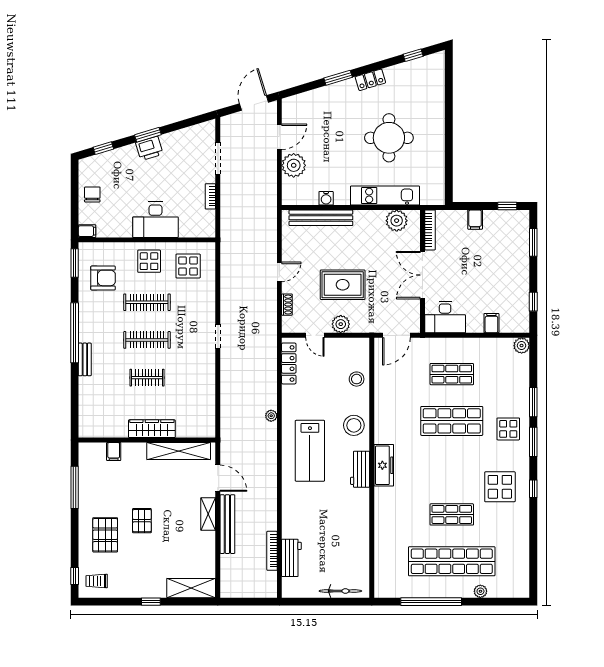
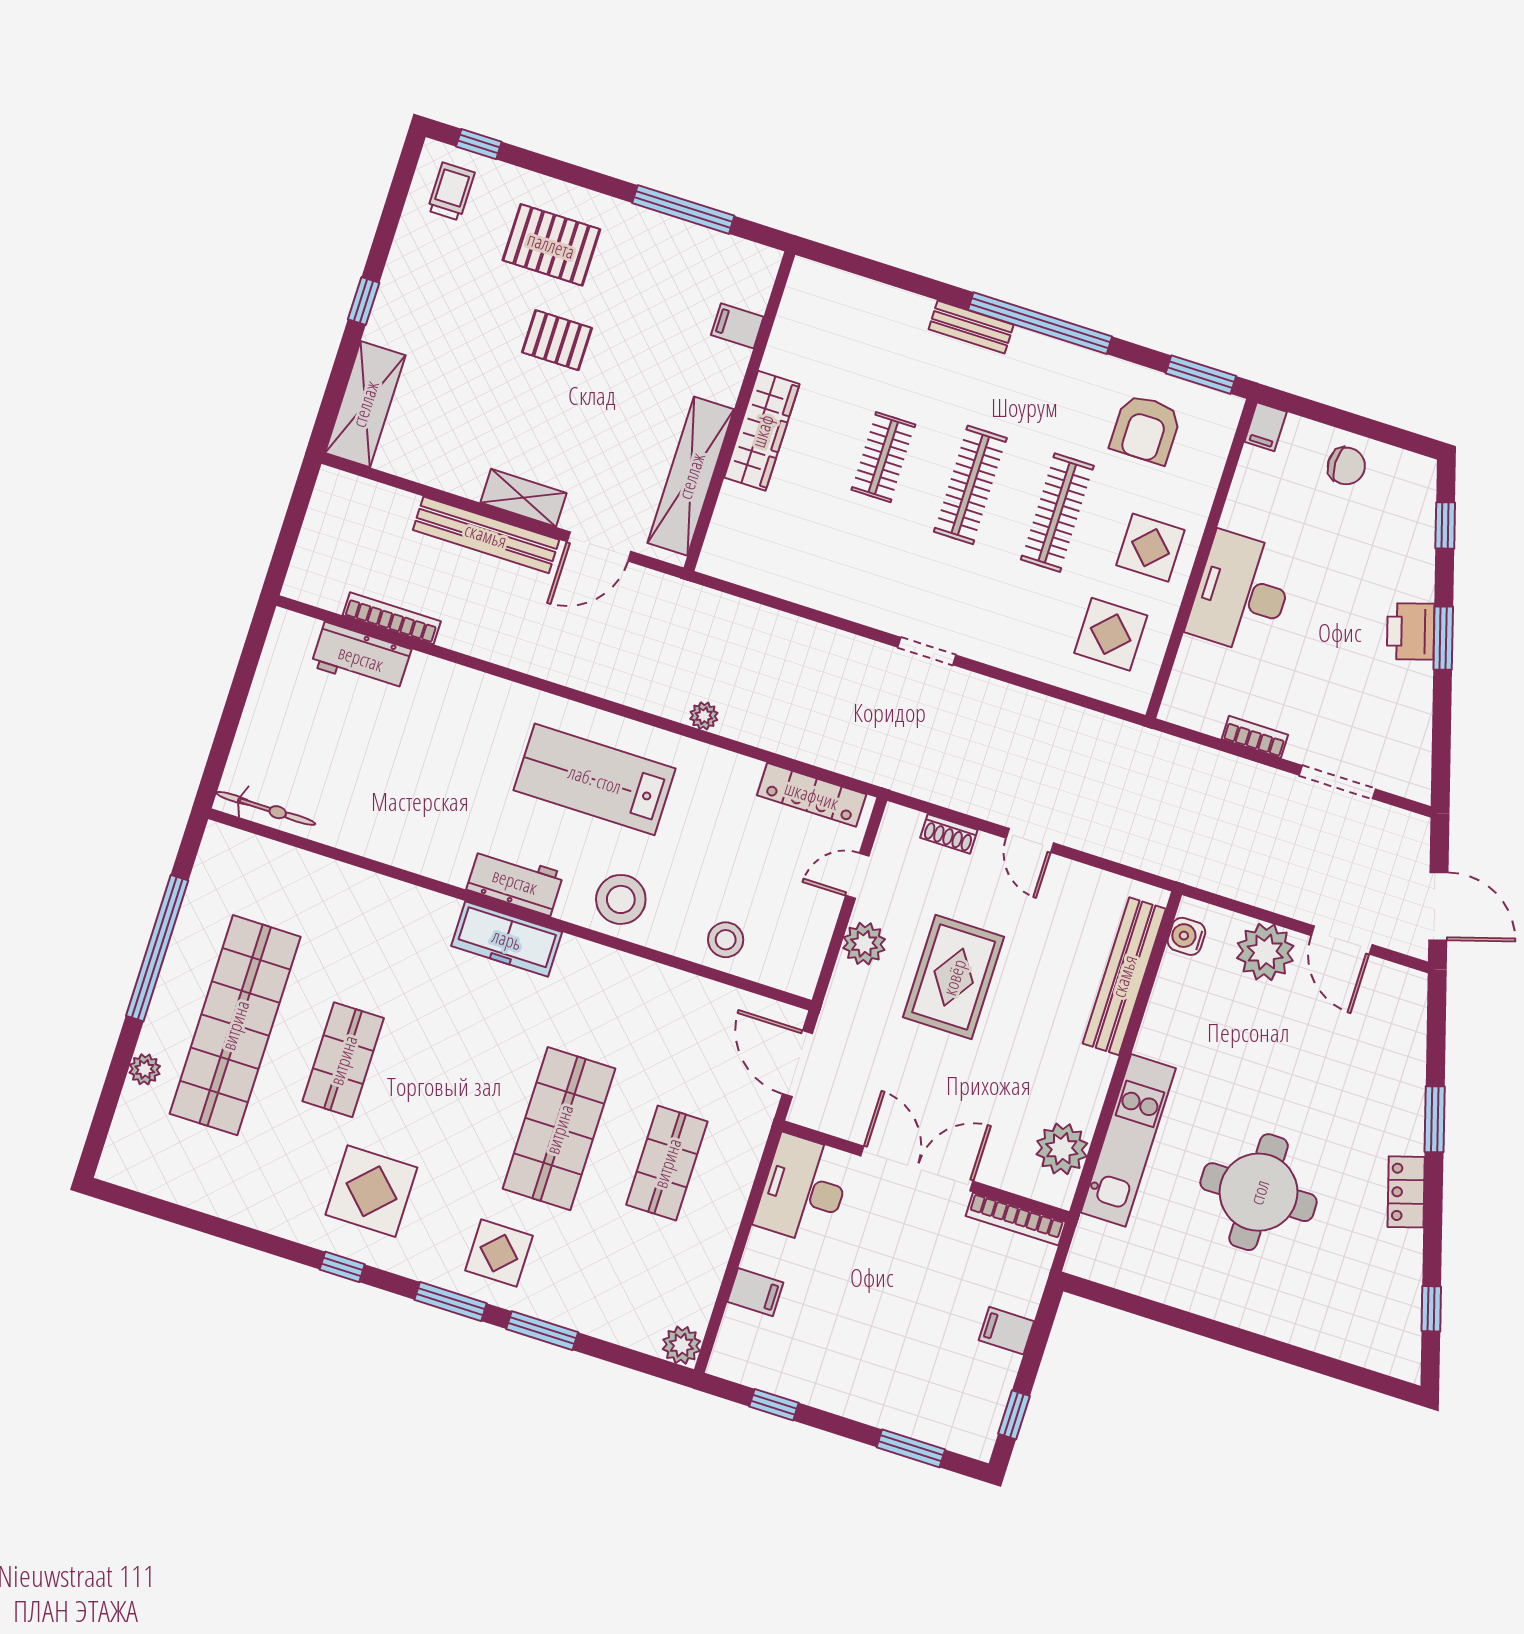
water cooler: (326, 198) -> (1186, 936), moved
bicycle: (340, 591) -> (266, 808), moved, turned -90

